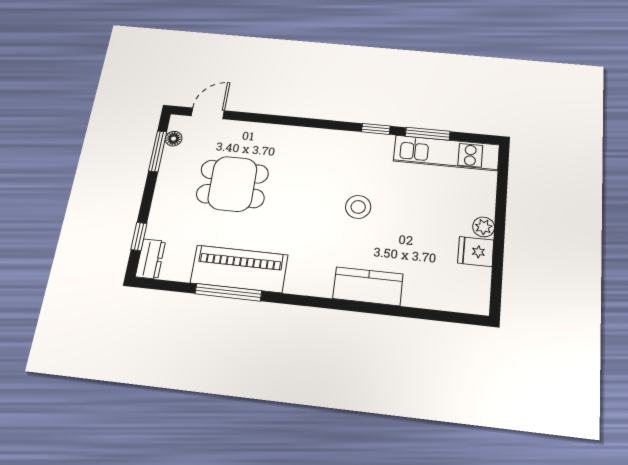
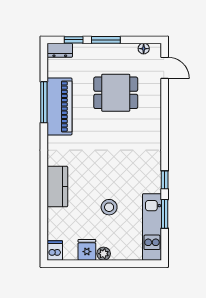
window: (158, 151) -> (106, 40), moved
dining table: (232, 184) -> (116, 93), turned 90
stool: (358, 207) -> (109, 207), moved
dishwasher: (473, 302) -> (55, 250), added

